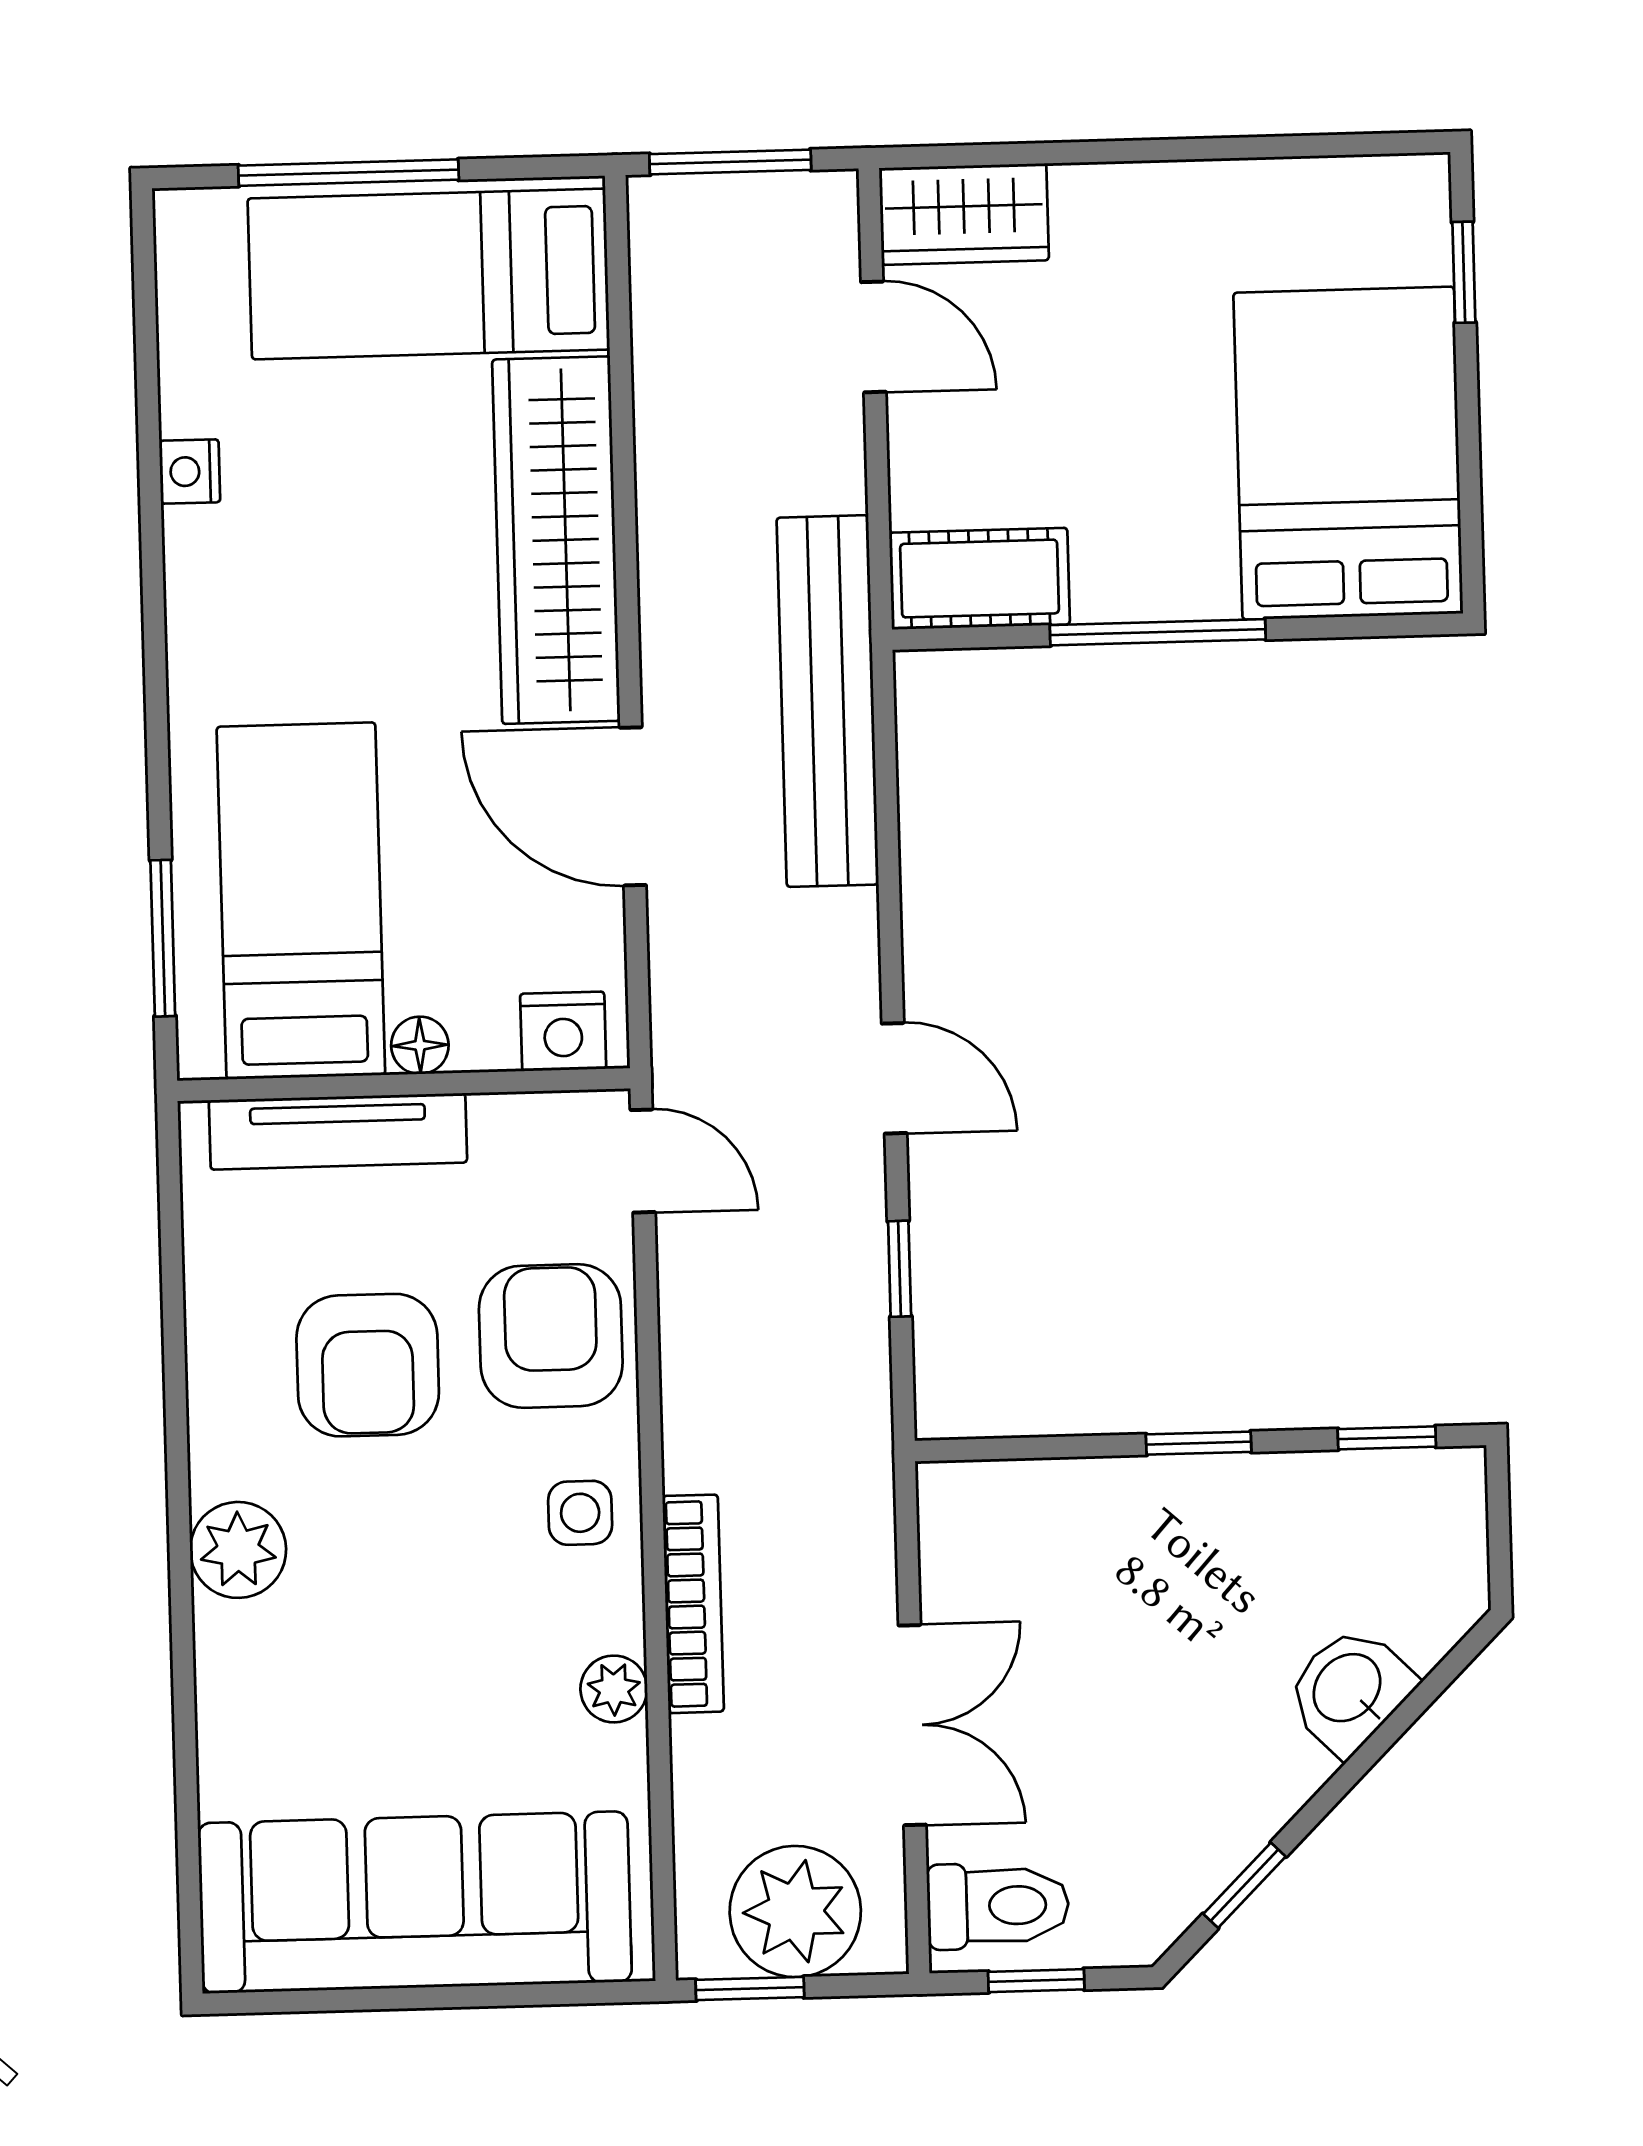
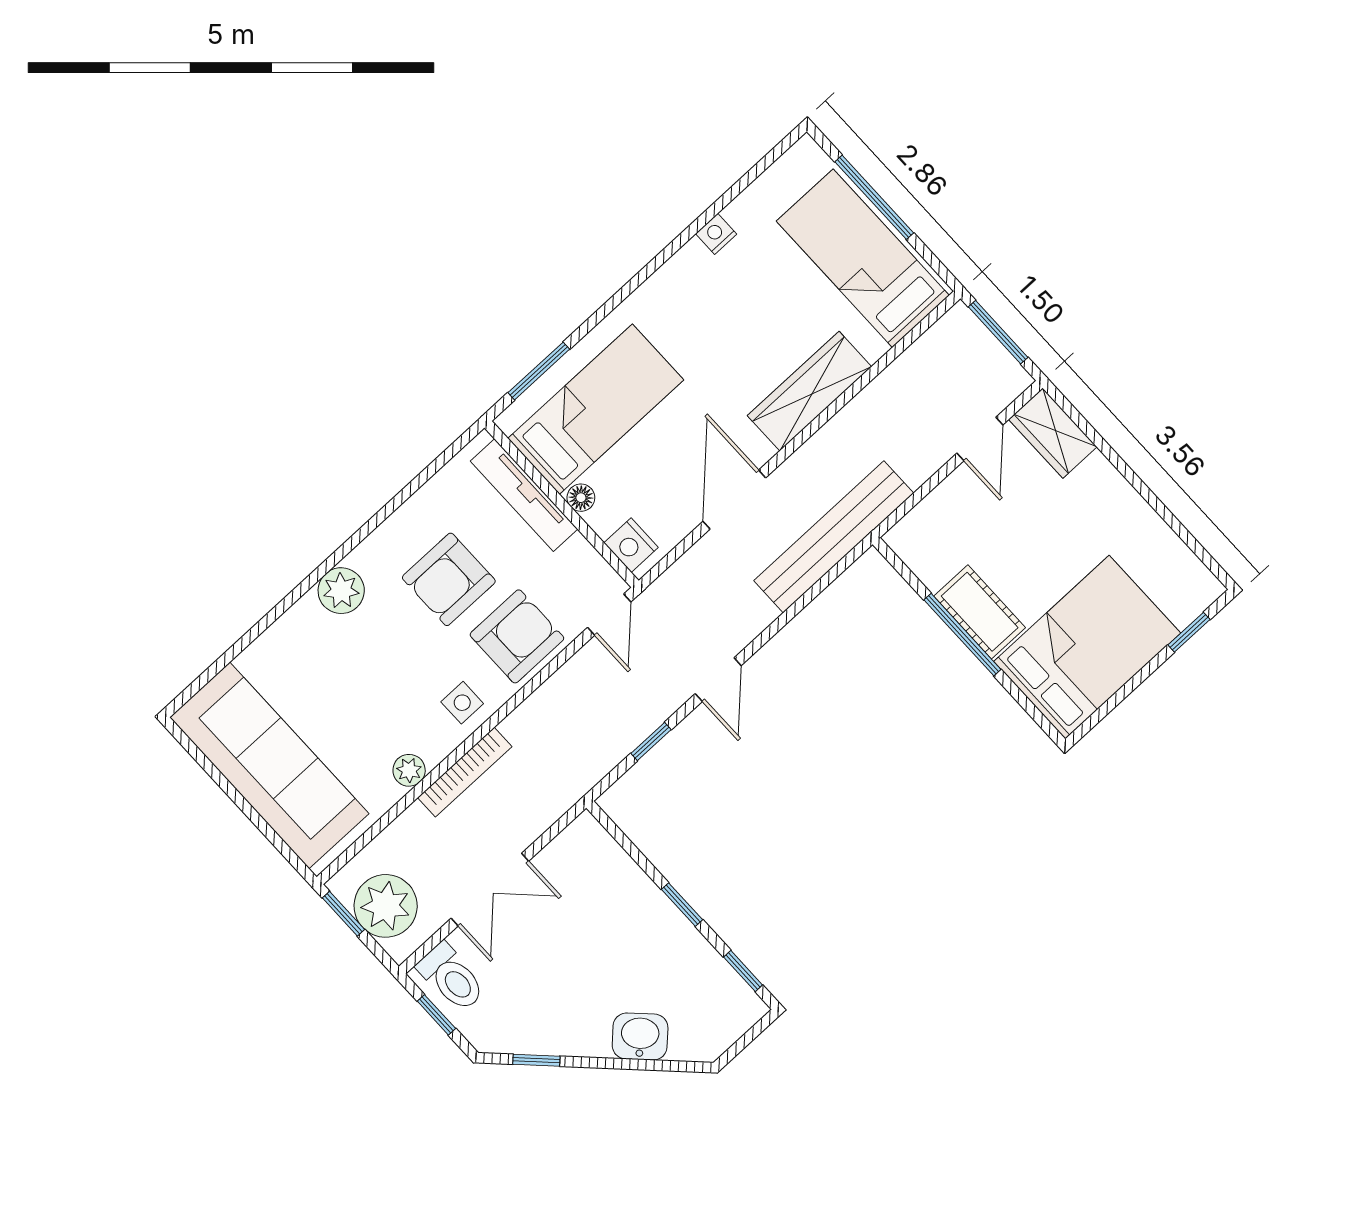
wardrobe: (556, 540) -> (809, 391), width x0.71, depth x0.85
cot: (980, 579) -> (980, 612), moved

